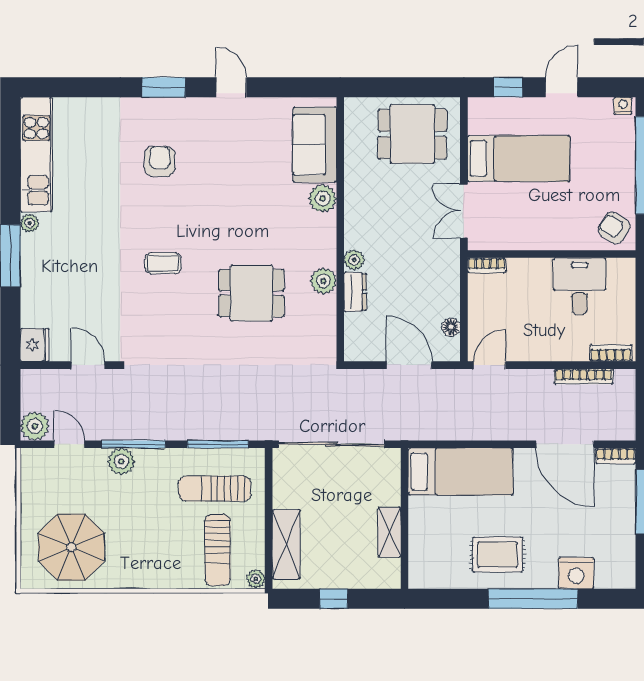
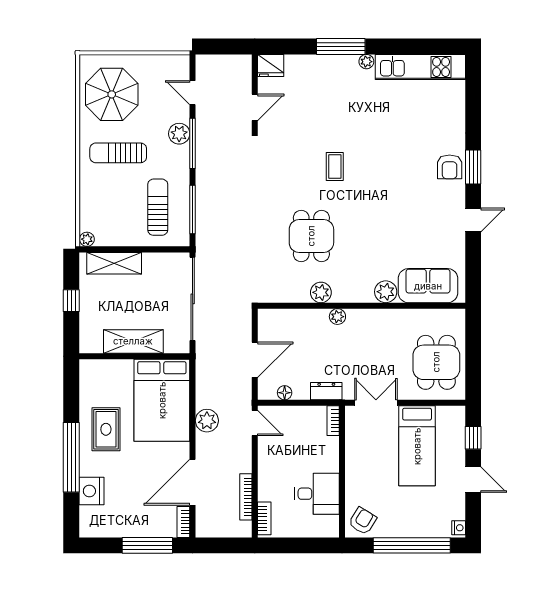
armchair: (160, 161) -> (450, 167), moved, turned 90
dresser: (355, 292) -> (326, 391), moved, turned 180
plant: (35, 426) -> (207, 421), moved
door: (69, 444) -> (193, 93), swing flipped
bed: (461, 472) -> (162, 400), width x1.50
shelving: (389, 532) -> (133, 341), width x1.50, depth x1.33
sun lounger: (218, 550) -> (118, 153), moved

